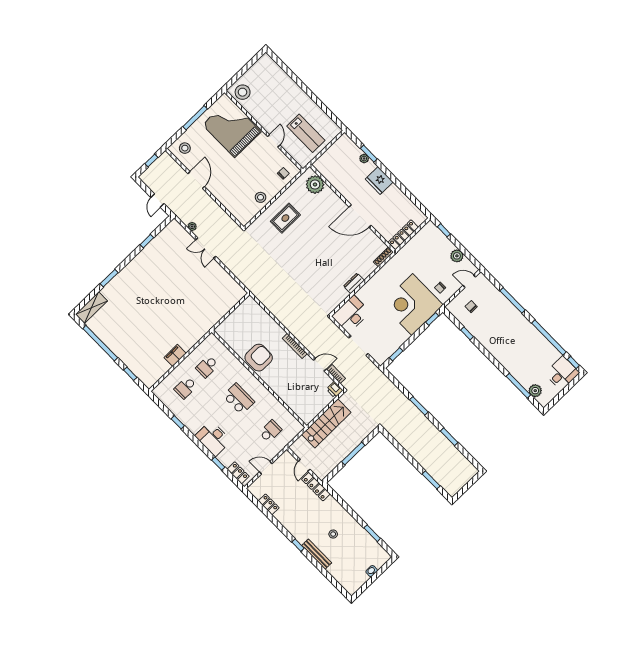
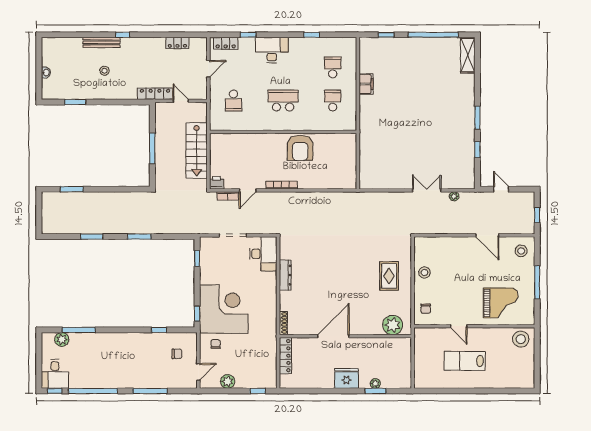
grand piano: (232, 128) -> (501, 303), width x0.73, depth x0.68
lab bench: (306, 133) -> (464, 361), moved
window: (109, 278) -> (477, 118), moved
dresser: (354, 283) -> (285, 275), width x1.44
school desk: (239, 399) -> (283, 101), turned 180

